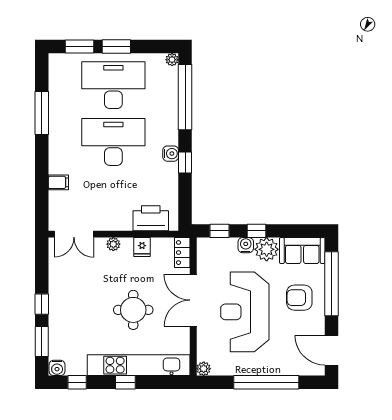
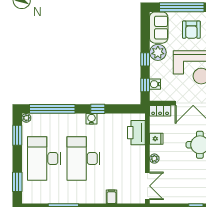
window: (116, 47) -> (17, 135), moved
water cooler: (246, 245) -> (155, 84), moved

